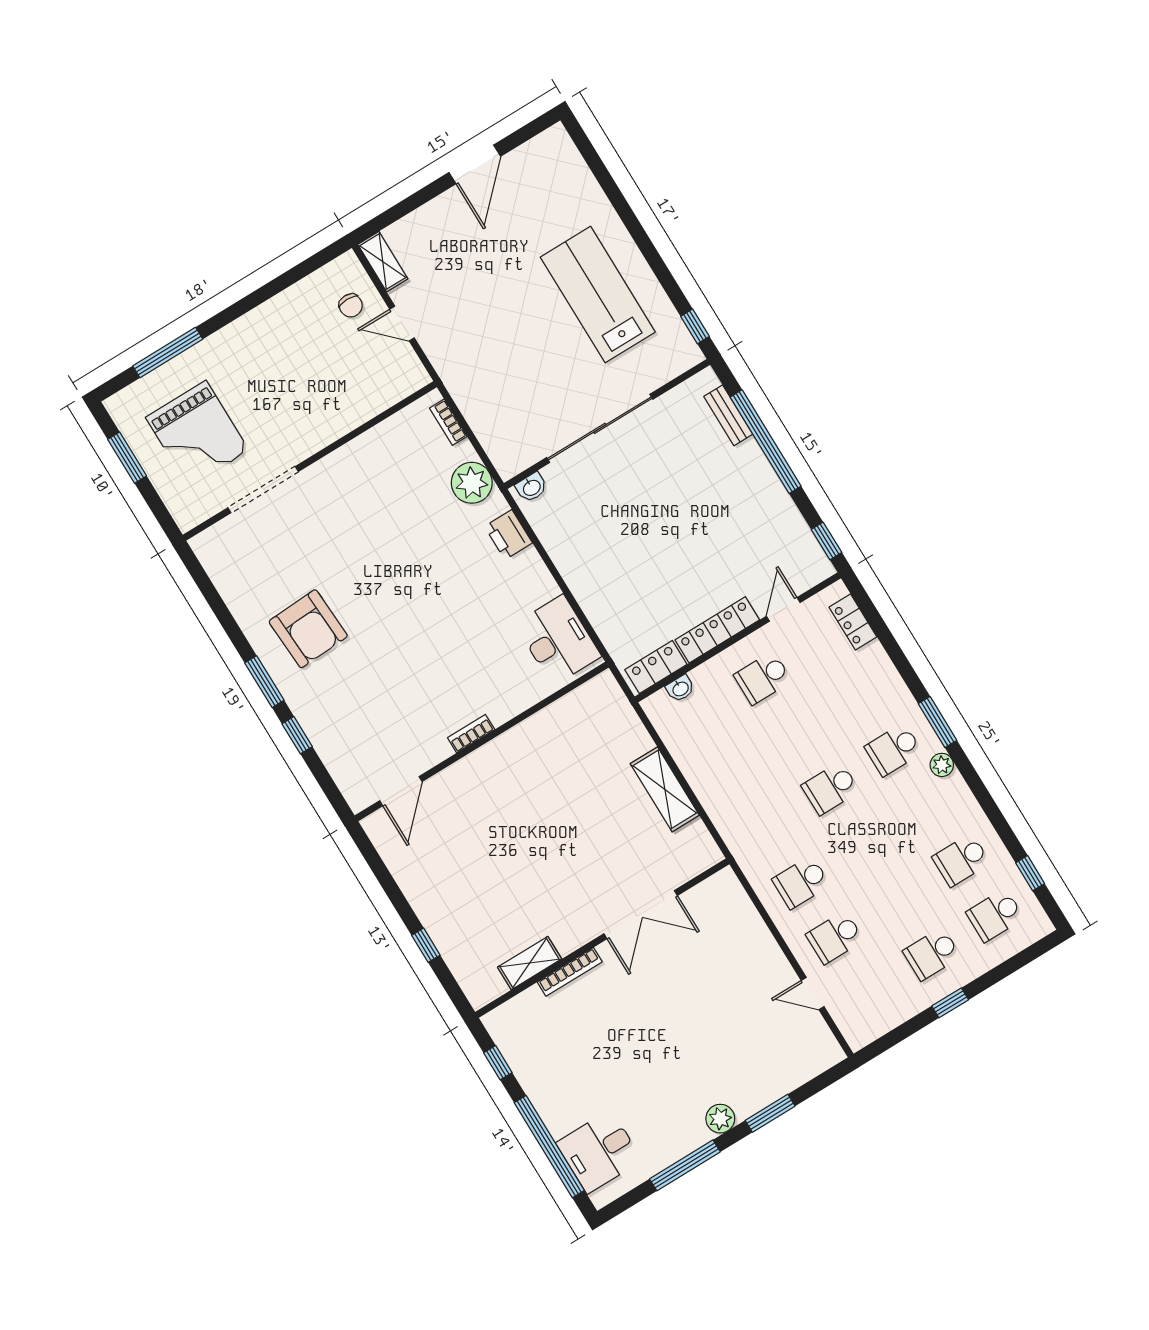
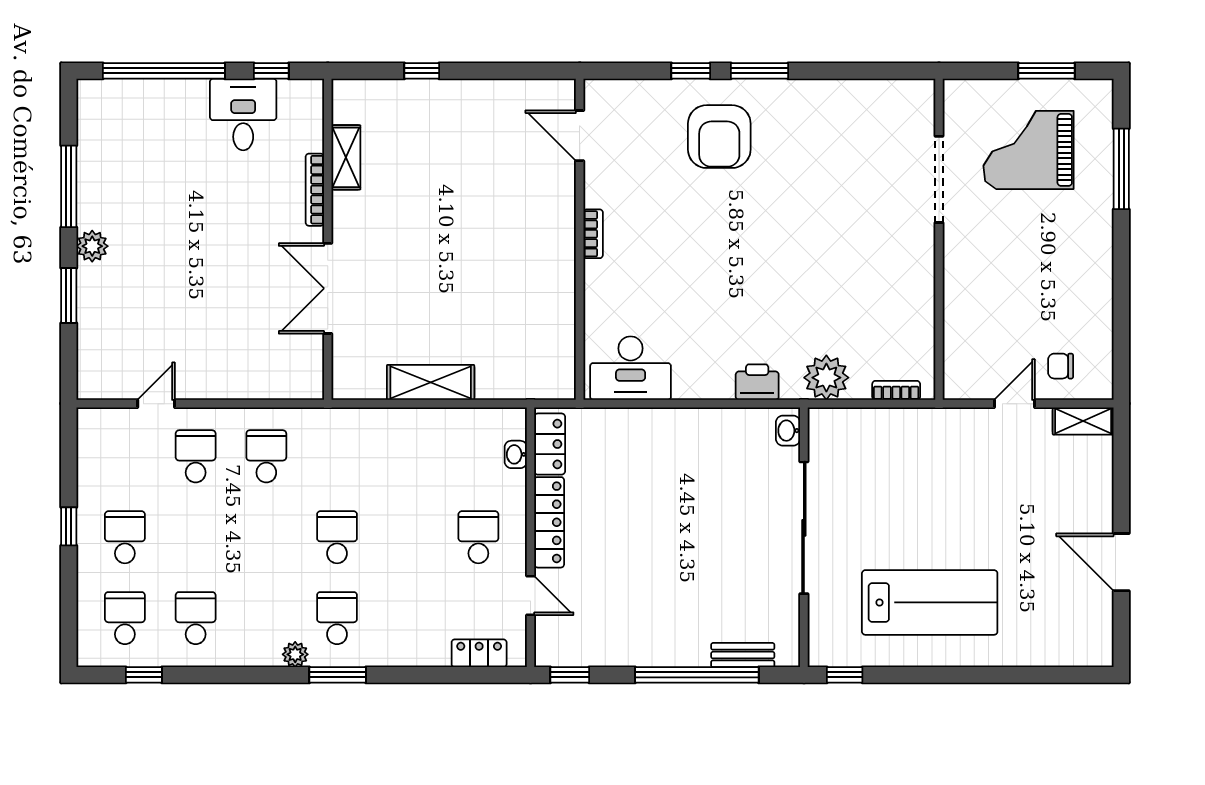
armchair: (308, 629) -> (719, 137), moved, turned -87
desk: (599, 1152) -> (243, 114), moved

